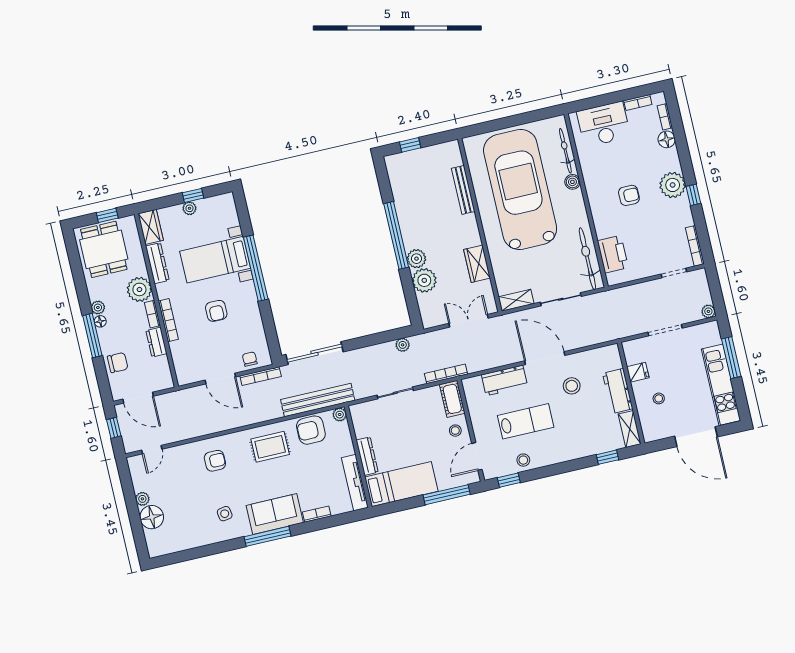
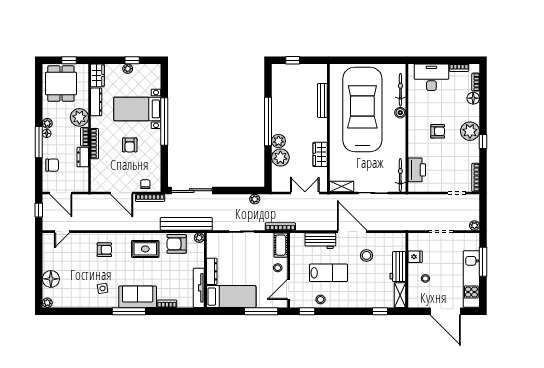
bicycle: (587, 259) -> (400, 175), width x0.73, depth x0.71
plant: (142, 499) -> (47, 303), moved

